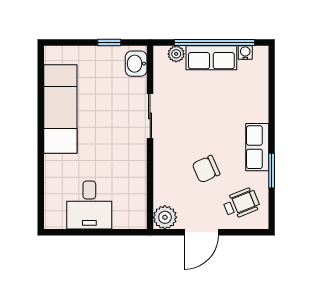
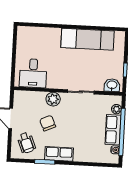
desk: (89, 205) -> (33, 73), moved, turned -90
plant: (165, 217) -> (53, 99), moved

